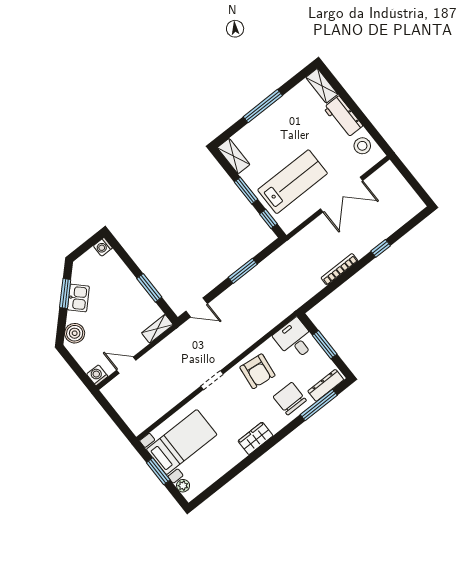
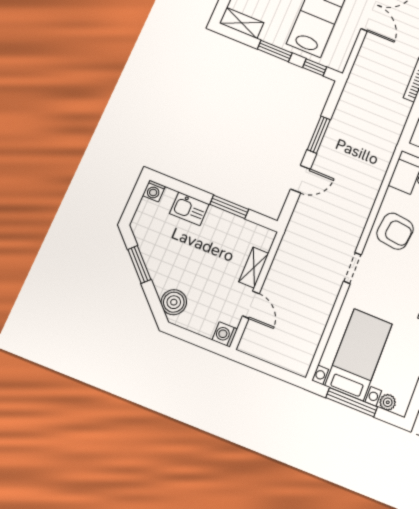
kitchen sink: (78, 298) -> (189, 209), moved, turned 135
door: (197, 307) -> (300, 179), moved
shelving: (157, 329) -> (254, 268), moved
door: (126, 365) -> (251, 305), swing flipped
window: (158, 471) -> (352, 402), width x1.44

